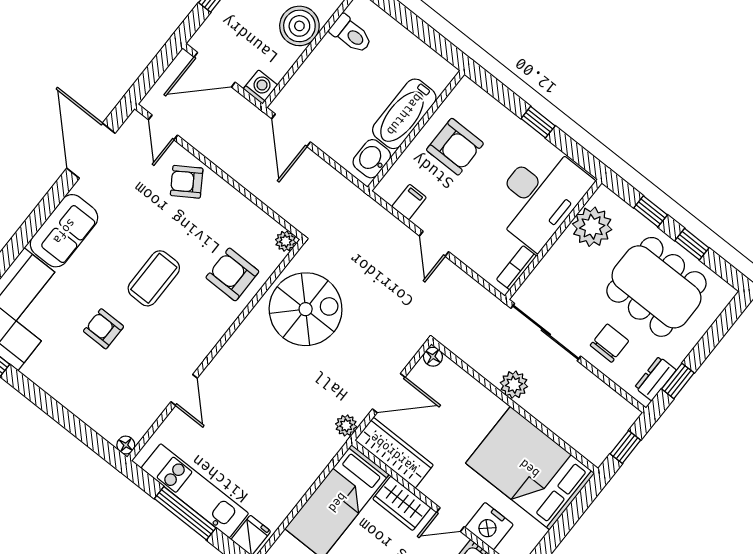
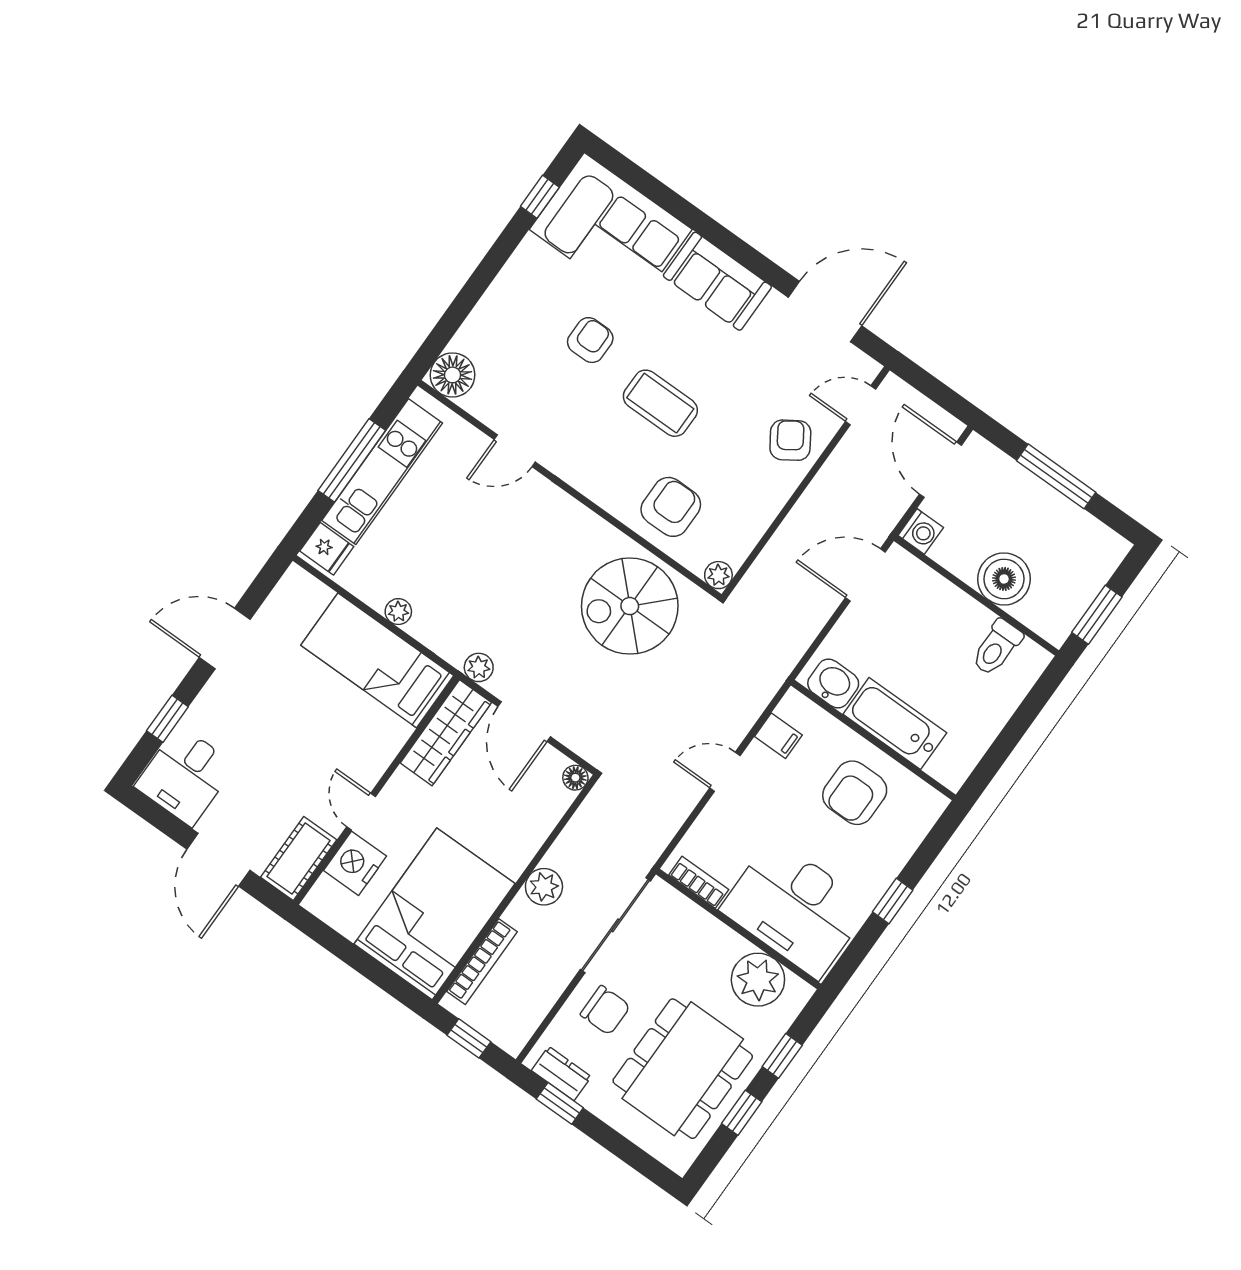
spiral stairs: (306, 309) -> (630, 606), turned 90
bookcase: (568, 434) -> (482, 962), added
floor lamp: (126, 445) -> (453, 375), width x1.89, depth x1.89
plant: (301, 484) -> (398, 612), added
wardrobe: (402, 503) -> (379, 746), removed

